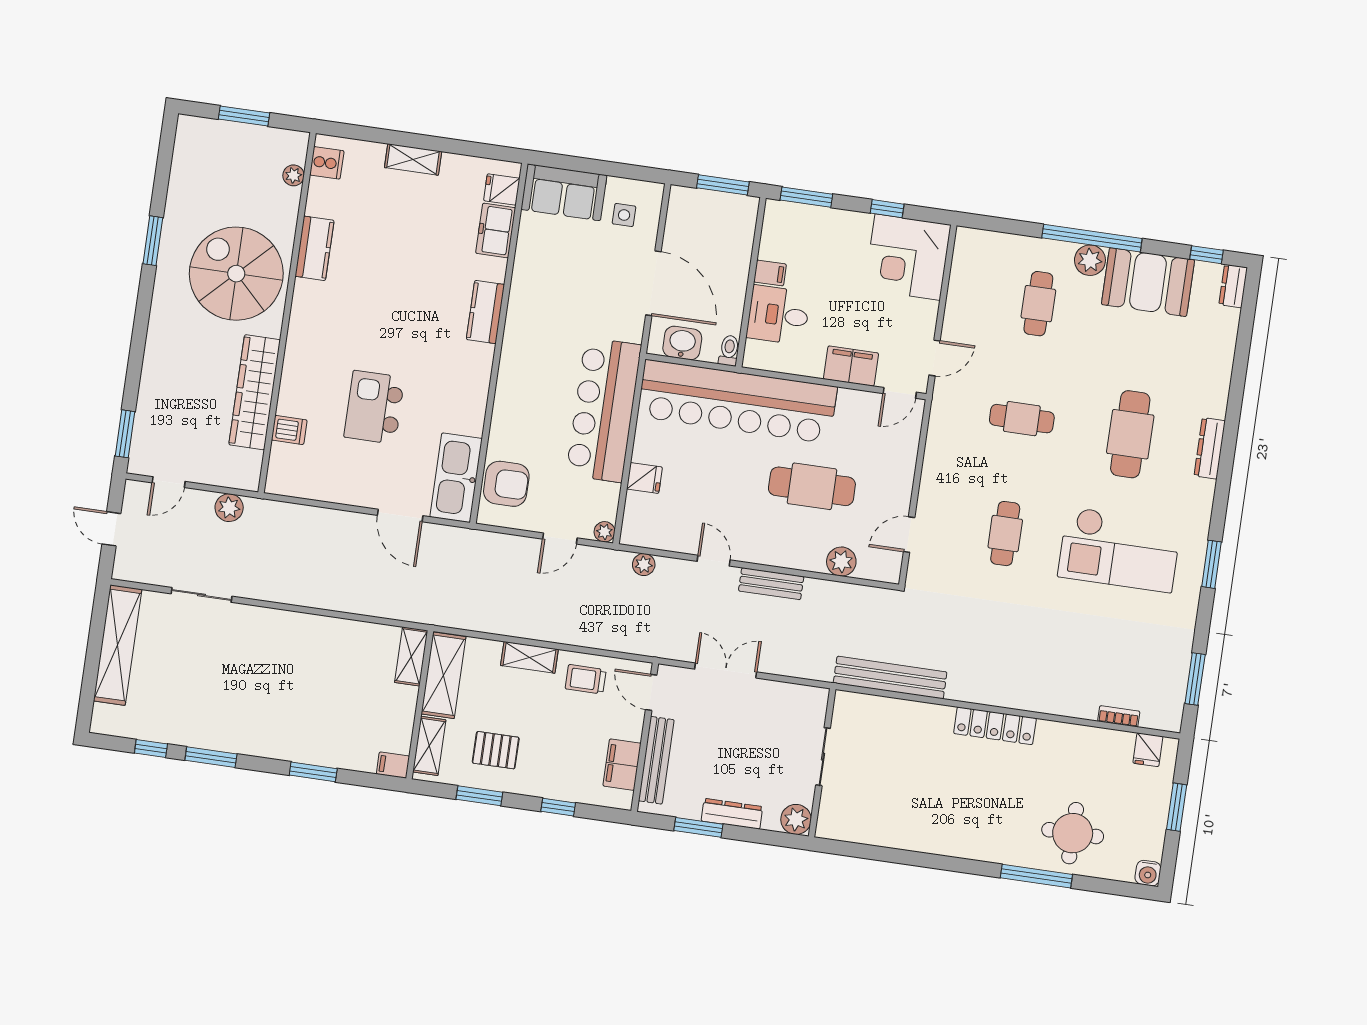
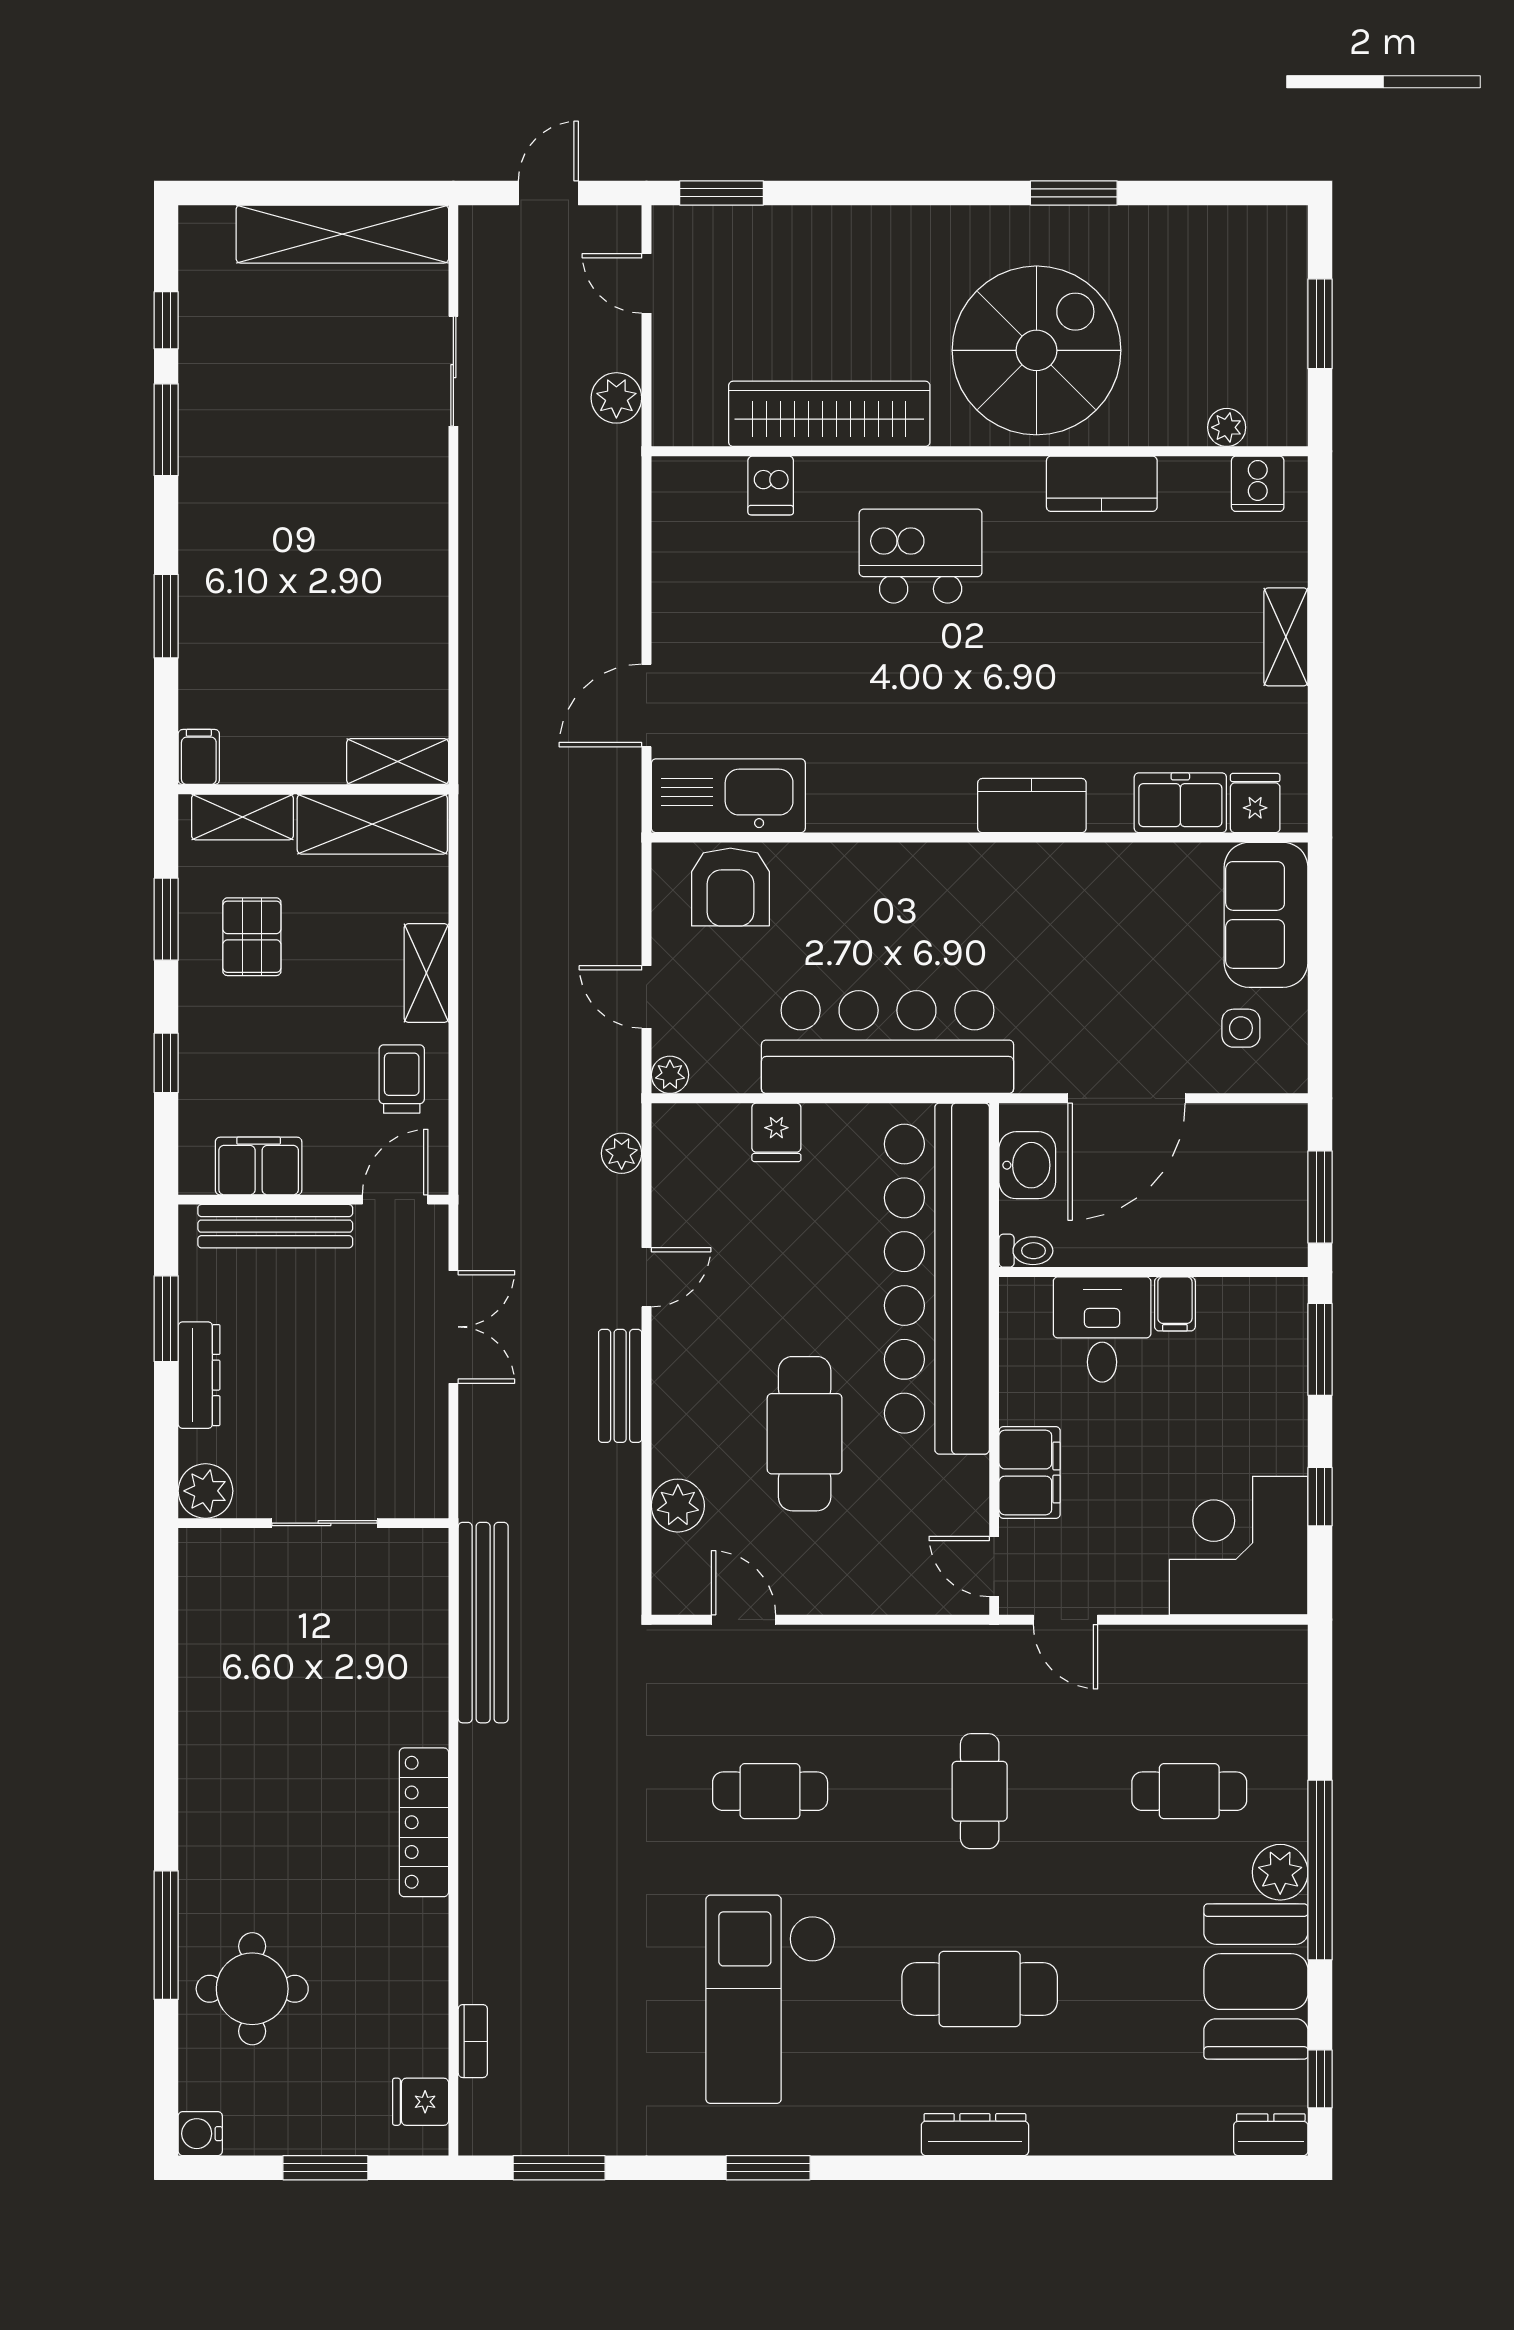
kitchen island: (374, 407) -> (921, 556), moved

